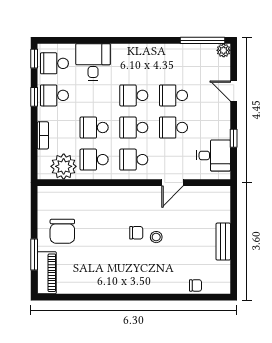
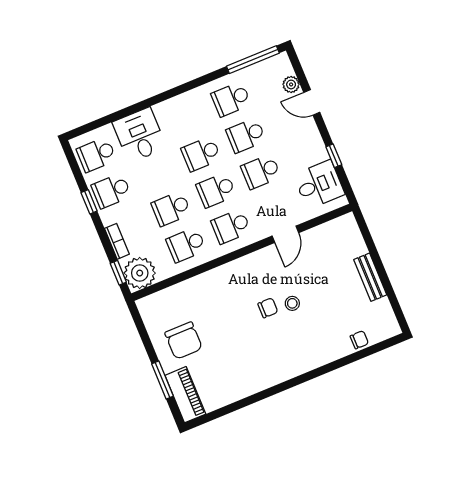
plant: (224, 50) -> (291, 84), moved
window: (34, 59) -> (118, 273), moved
school desk: (174, 63) -> (231, 99), added
plant: (64, 166) -> (140, 273), moved

